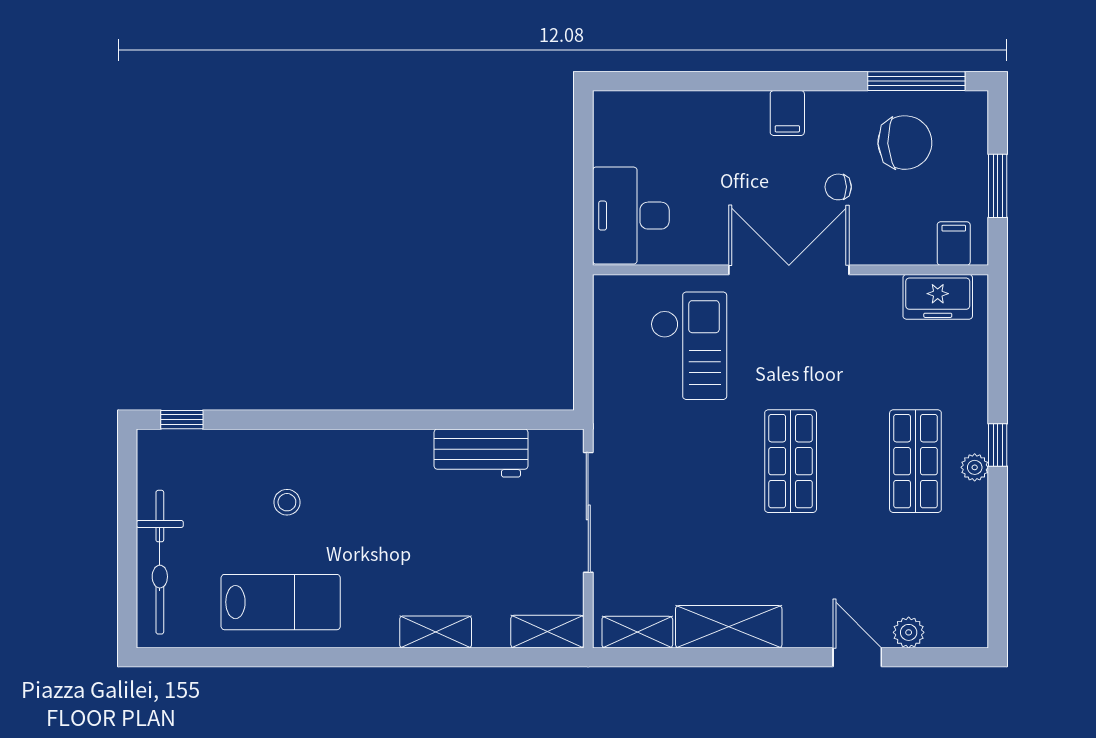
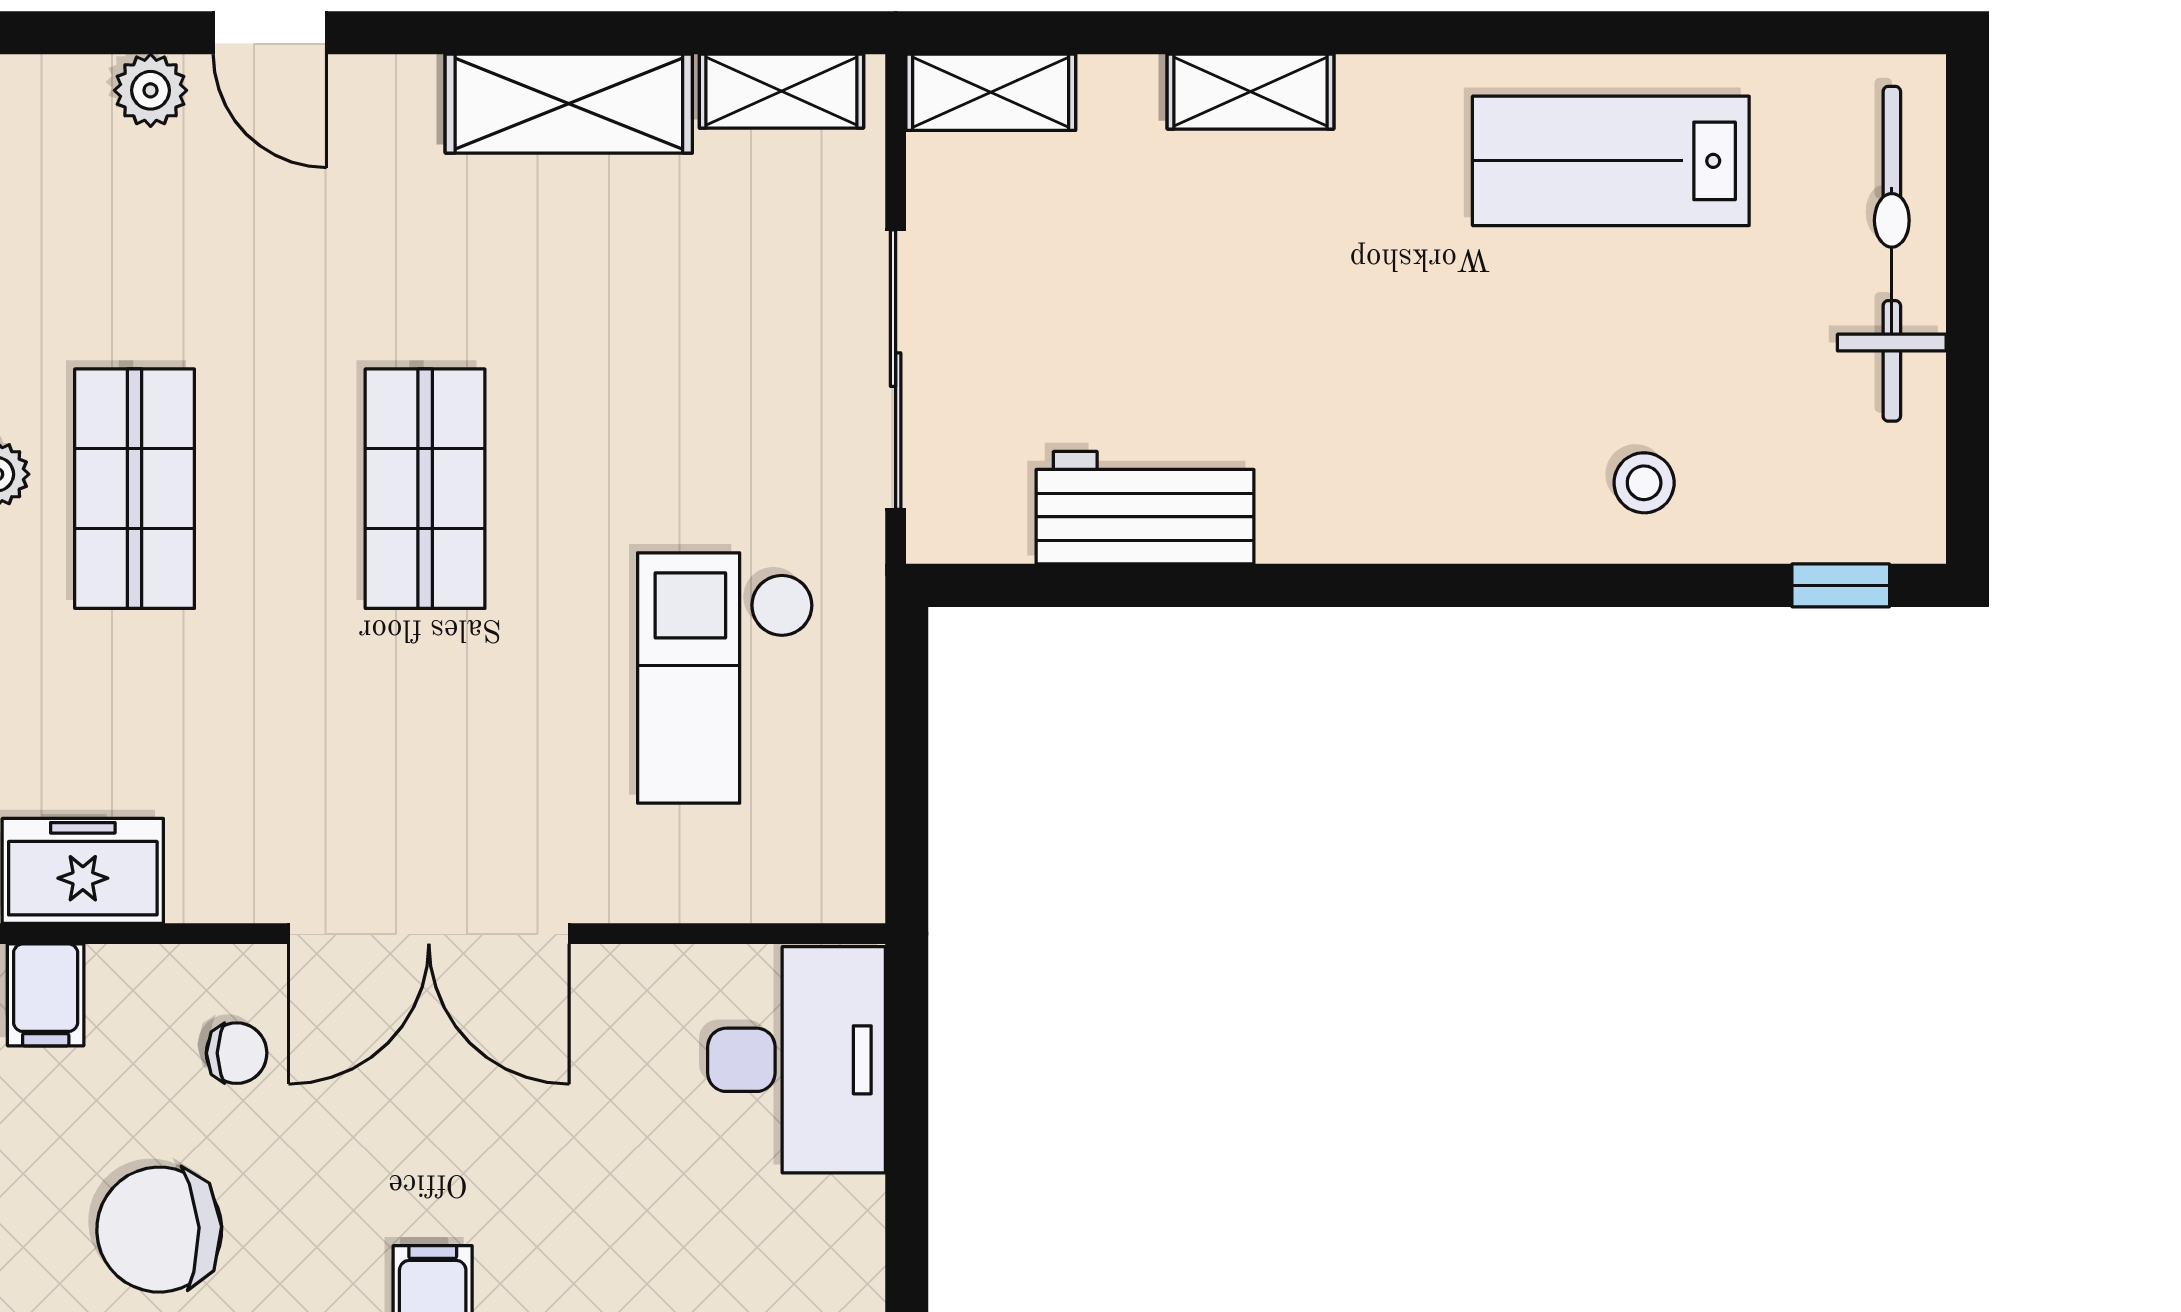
chair: (838, 187) -> (237, 1053), moved
checkout: (689, 346) -> (726, 678), moved
stool: (287, 502) -> (1644, 483), moved

